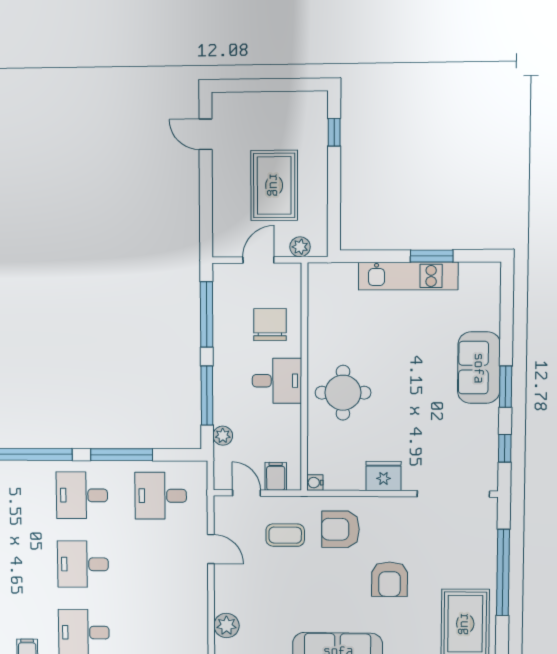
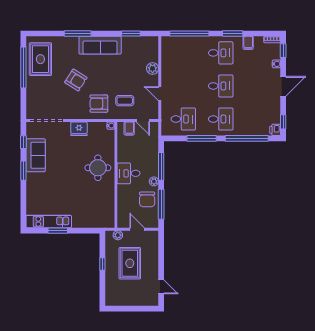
window: (334, 132) -> (102, 264), moved
door: (258, 260) -> (137, 229), swing flipped
kitchen unit: (408, 276) -> (49, 222), moved
chair: (270, 325) -> (147, 199), moved
sofa: (479, 368) -> (36, 155), moved
plant: (223, 436) -> (154, 181), moved
armchair: (341, 529) -> (99, 104), turned 180
window: (503, 572) -> (23, 67), moved
armchair: (390, 579) -> (76, 80), turned 122
plant: (226, 625) -> (153, 69), moved

